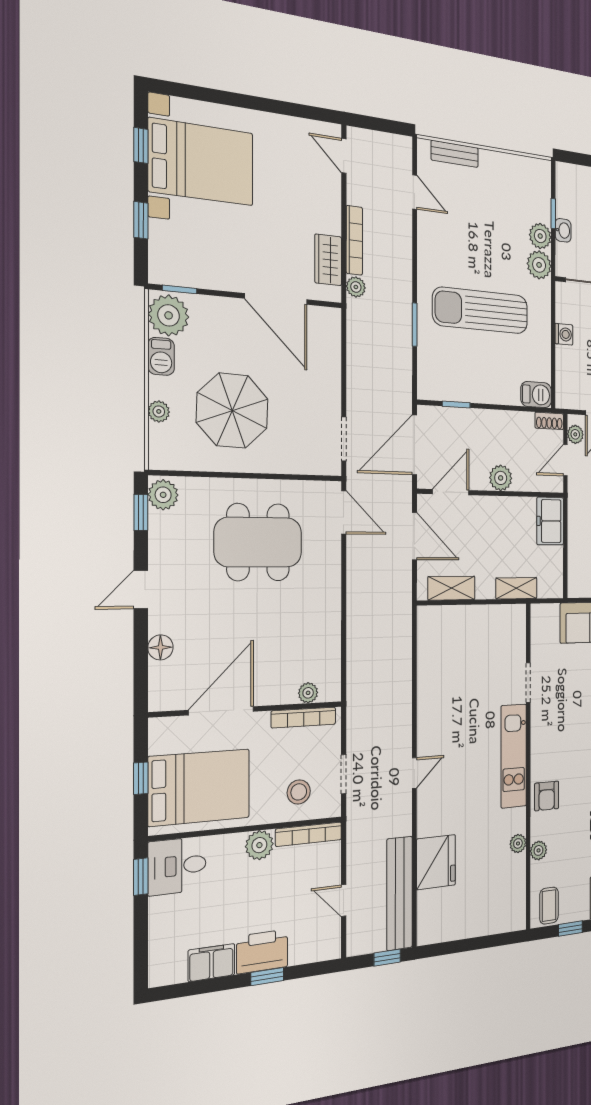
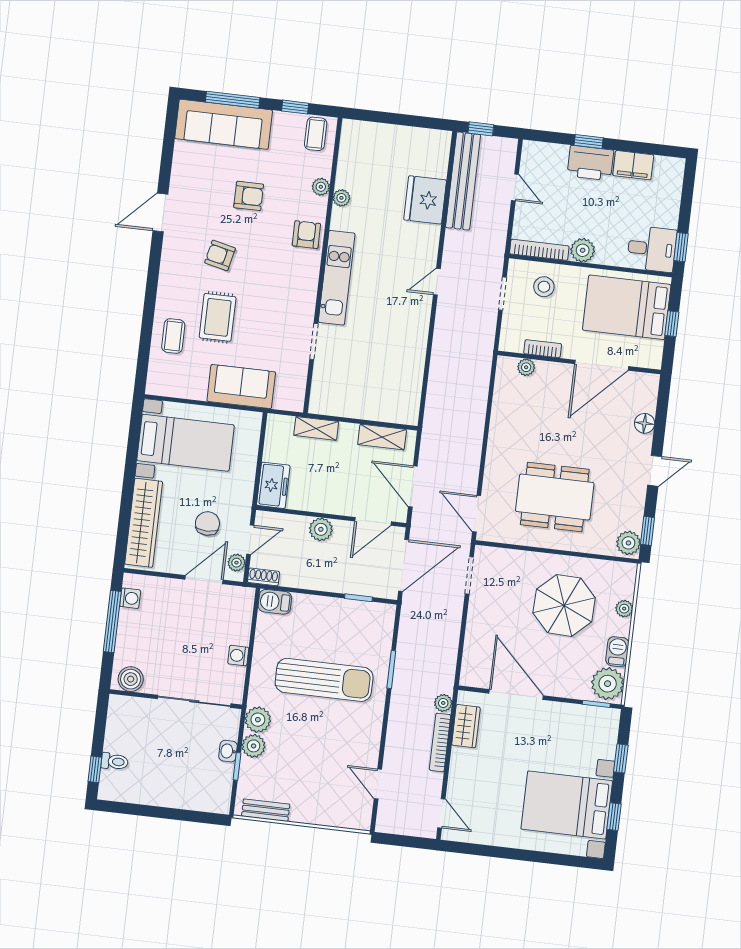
bench: (455, 154) -> (266, 810), moved
bookcase: (304, 718) -> (543, 349), width x0.64

